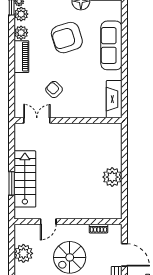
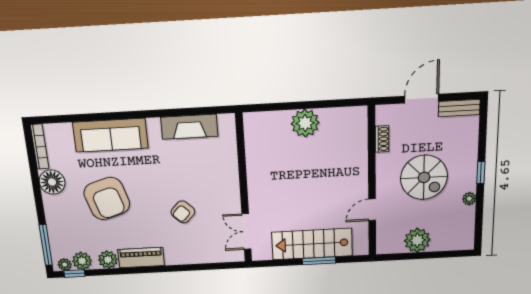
double door: (37, 120) -> (246, 232), moved
wall: (68, 120) -> (244, 189), moved
door: (48, 222) -> (372, 210), swing flipped

